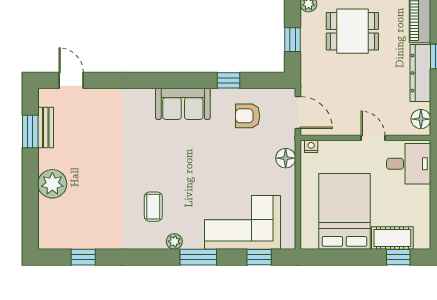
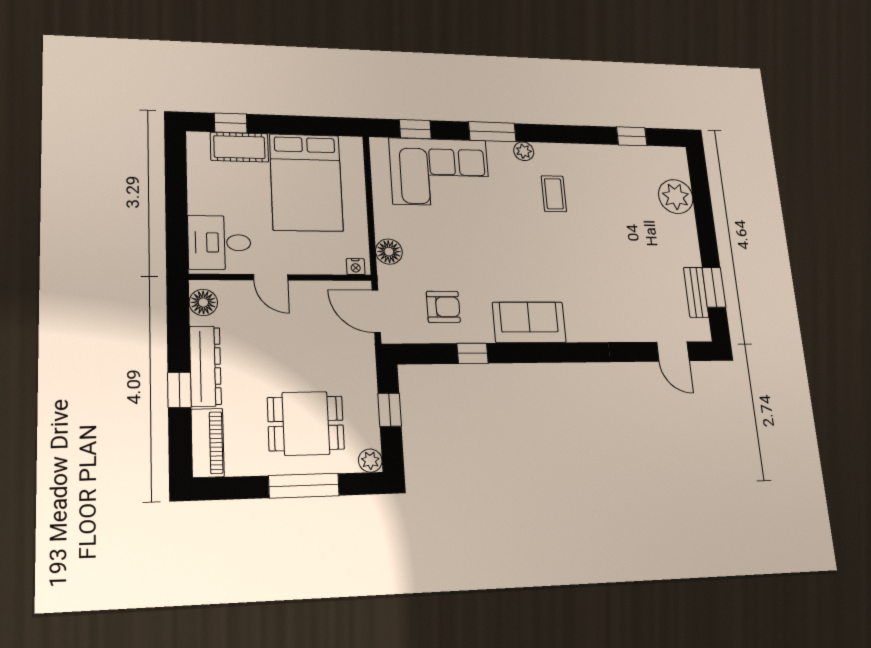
plant: (52, 184) -> (676, 197), moved

